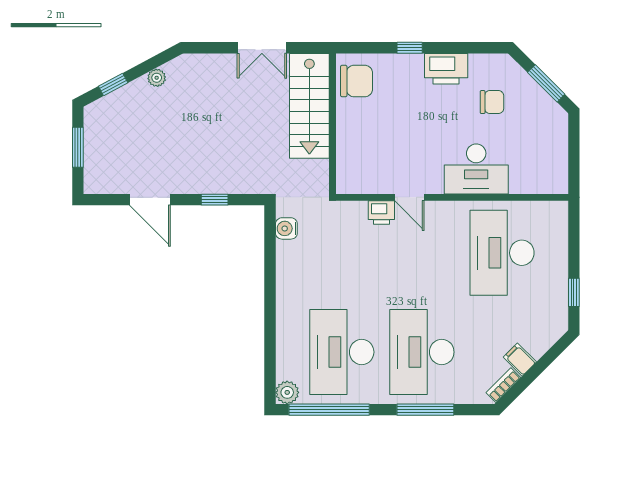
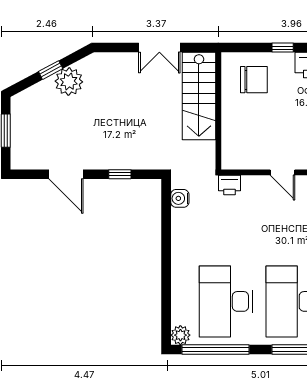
plant: (157, 78) -> (69, 82), width x1.88, depth x1.88
chair: (356, 81) -> (254, 80), moved
window: (113, 84) -> (51, 70), moved
printer: (381, 213) -> (230, 185), moved

